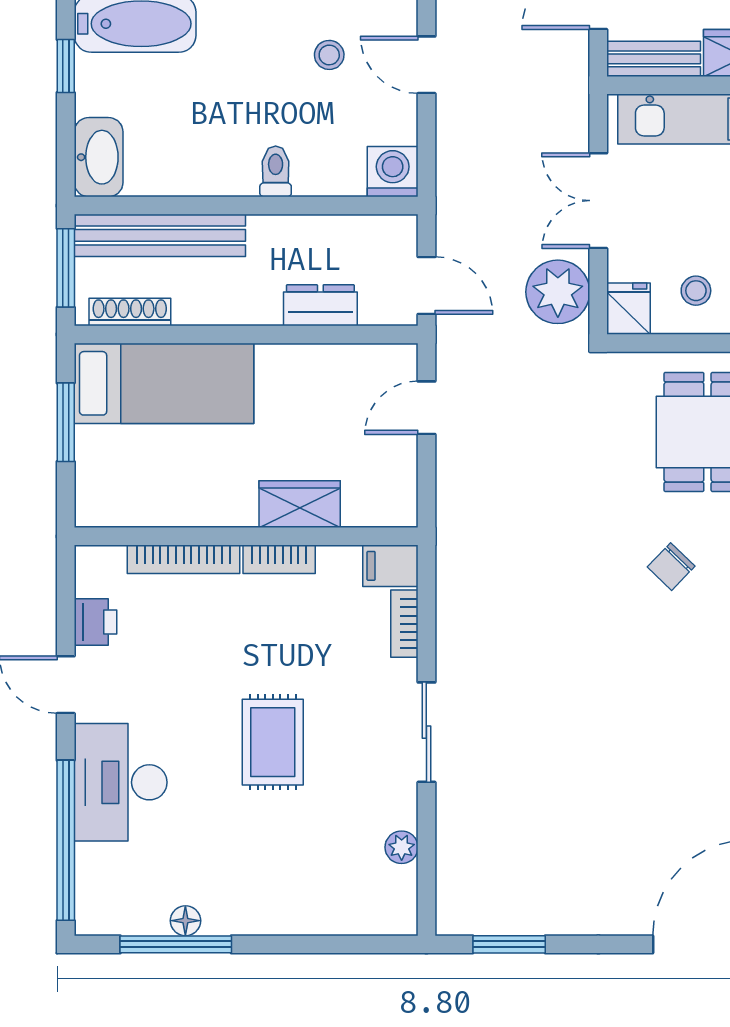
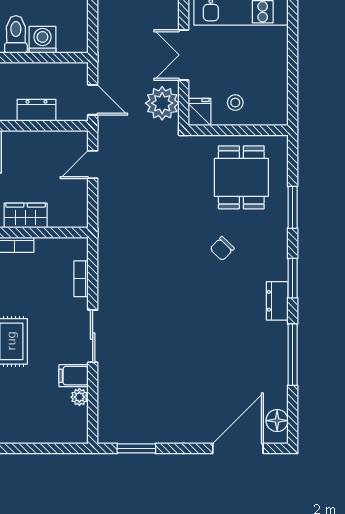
toilet: (276, 171) -> (16, 34), width x1.37, depth x1.39
washing machine: (393, 172) -> (42, 40), moved
filing cabinet: (390, 566) -> (74, 376), moved

